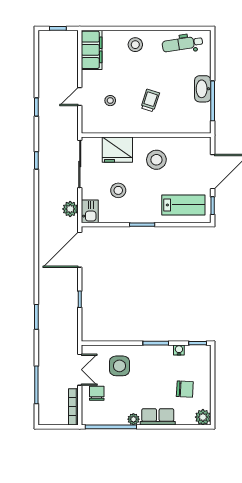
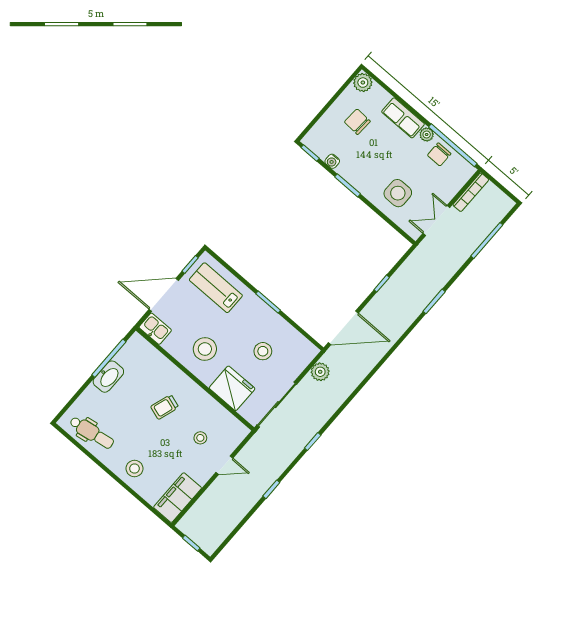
kitchen sink: (90, 211) -> (155, 329), moved, turned 90
chair: (97, 393) -> (439, 154), moved

